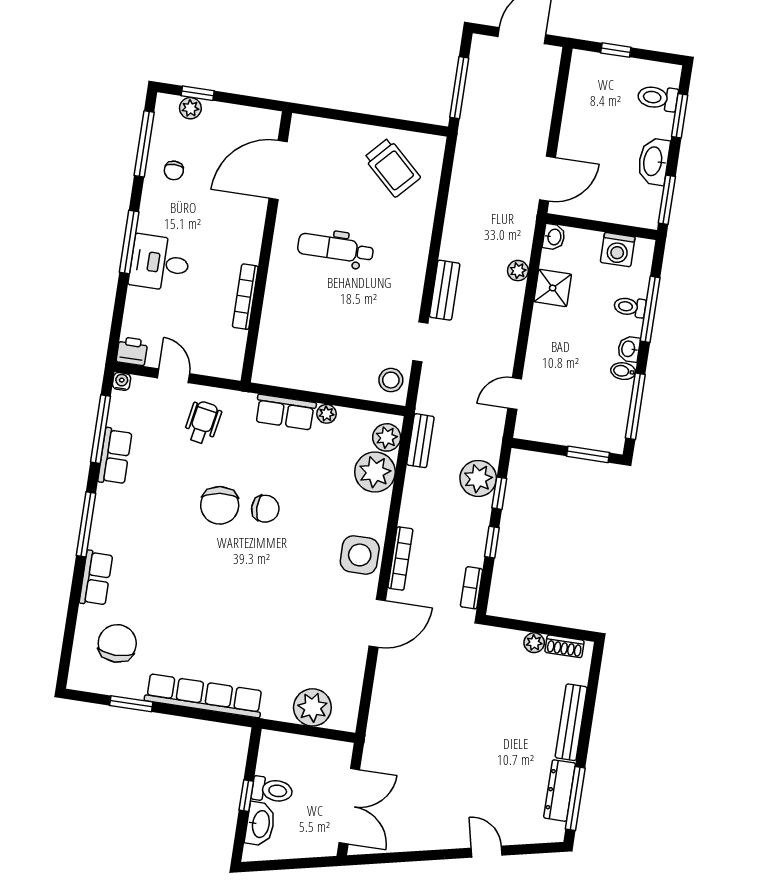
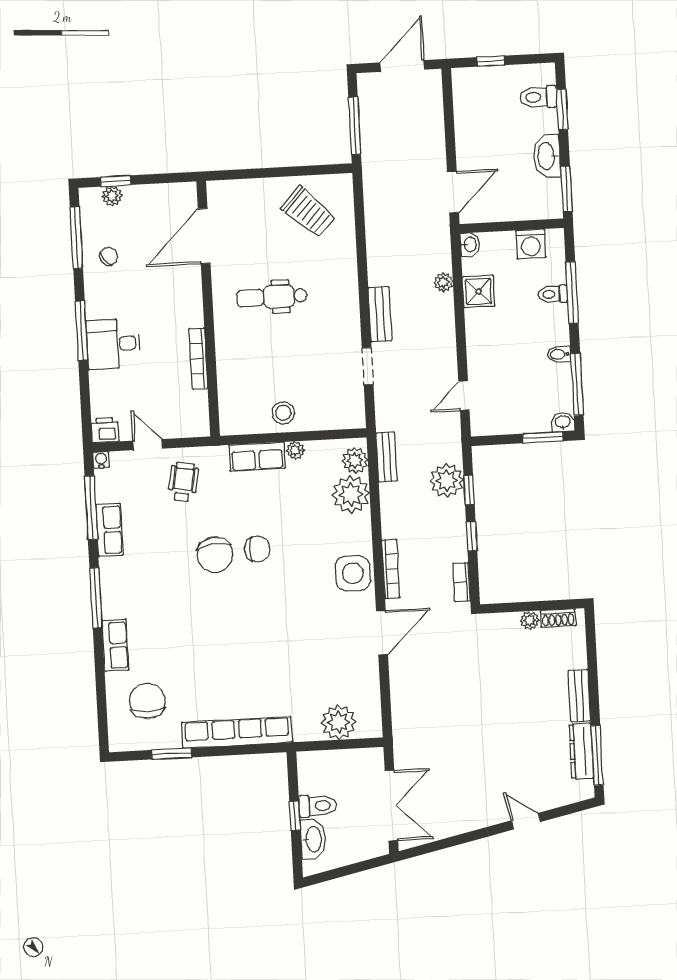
chair: (174, 170) -> (109, 256), turned -127
washbasin: (629, 349) -> (563, 422), moved, turned 90
stool: (391, 380) -> (283, 413), moved
bench: (571, 722) -> (579, 696), width x0.73

